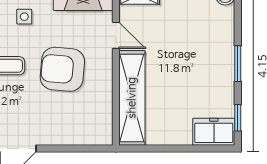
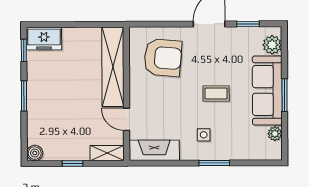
armchair: (62, 69) -> (163, 58), moved

